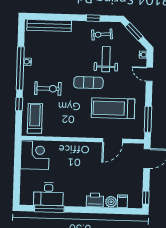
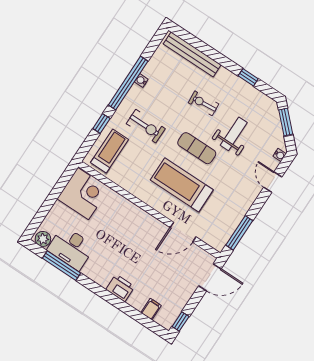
exercise bike: (102, 34) -> (203, 103), moved
treadmill: (113, 108) -> (182, 185), moved
plant: (111, 202) -> (43, 239), moved

